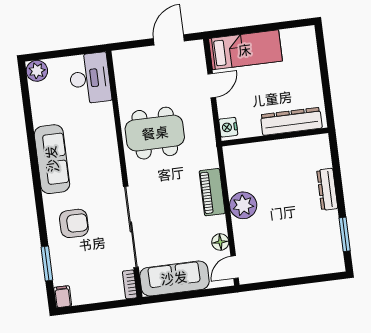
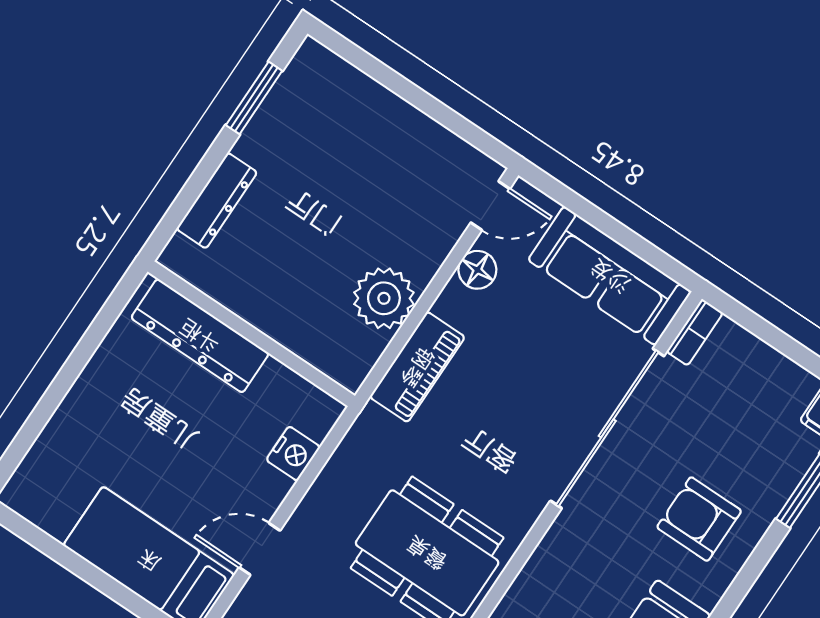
dresser: (291, 121) -> (200, 336), moved
wall: (275, 137) -> (251, 334), moved

